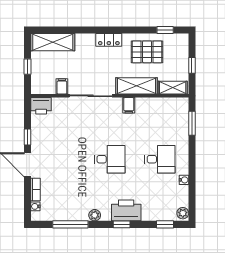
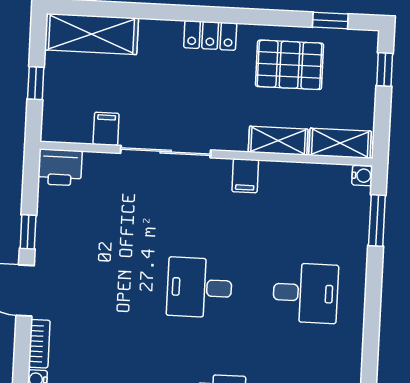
window: (192, 65) -> (385, 70), moved
shelving: (137, 86) -> (278, 141), width x0.67, depth x0.75
desk: (110, 159) -> (199, 288), turned 180
water cooler: (184, 180) -> (362, 176), moved

